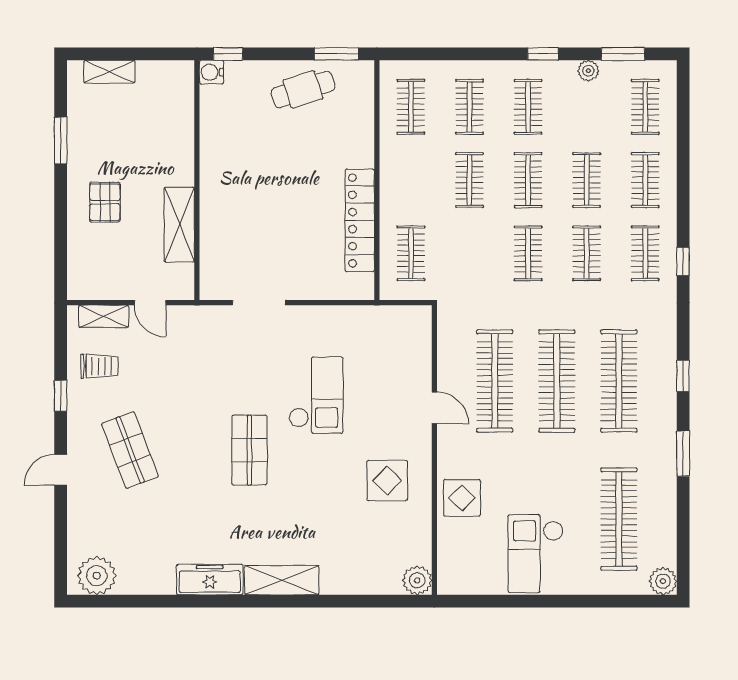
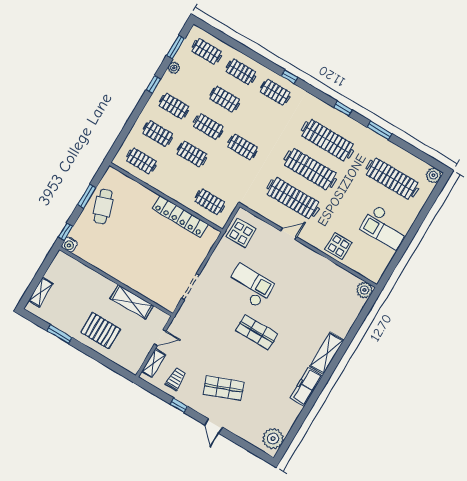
window: (337, 54) -> (87, 196), moved
pallet: (105, 202) -> (101, 331), width x1.50, depth x1.42
clothes rail: (587, 253) -> (259, 120), removed
display table: (387, 480) -> (241, 233), moved

